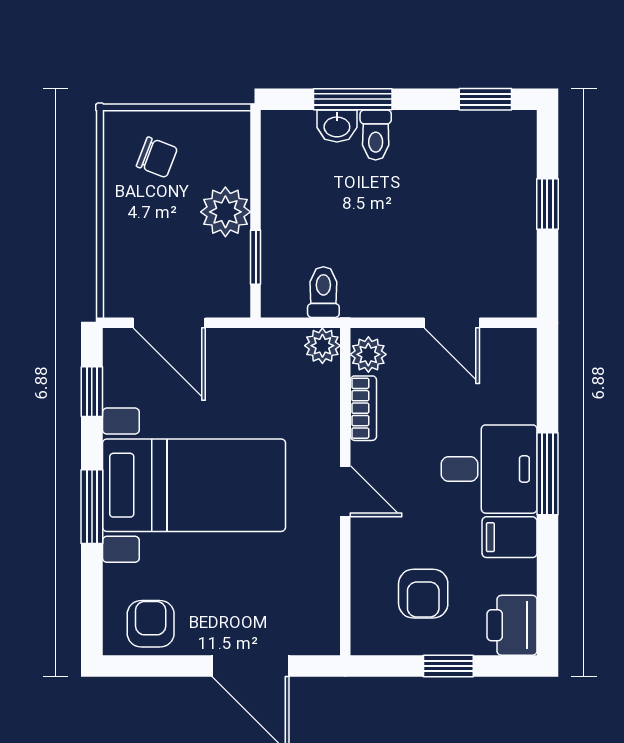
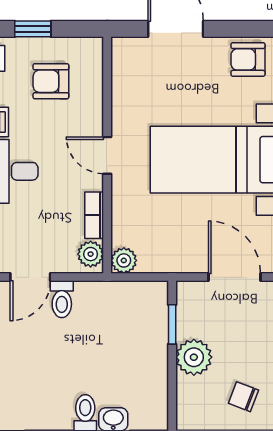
toilet: (323, 292) -> (62, 299), moved
door: (452, 323) -> (30, 277), swing flipped
armchair: (423, 594) -> (51, 81), turned -90
armchair: (151, 624) -> (248, 59), turned 90

